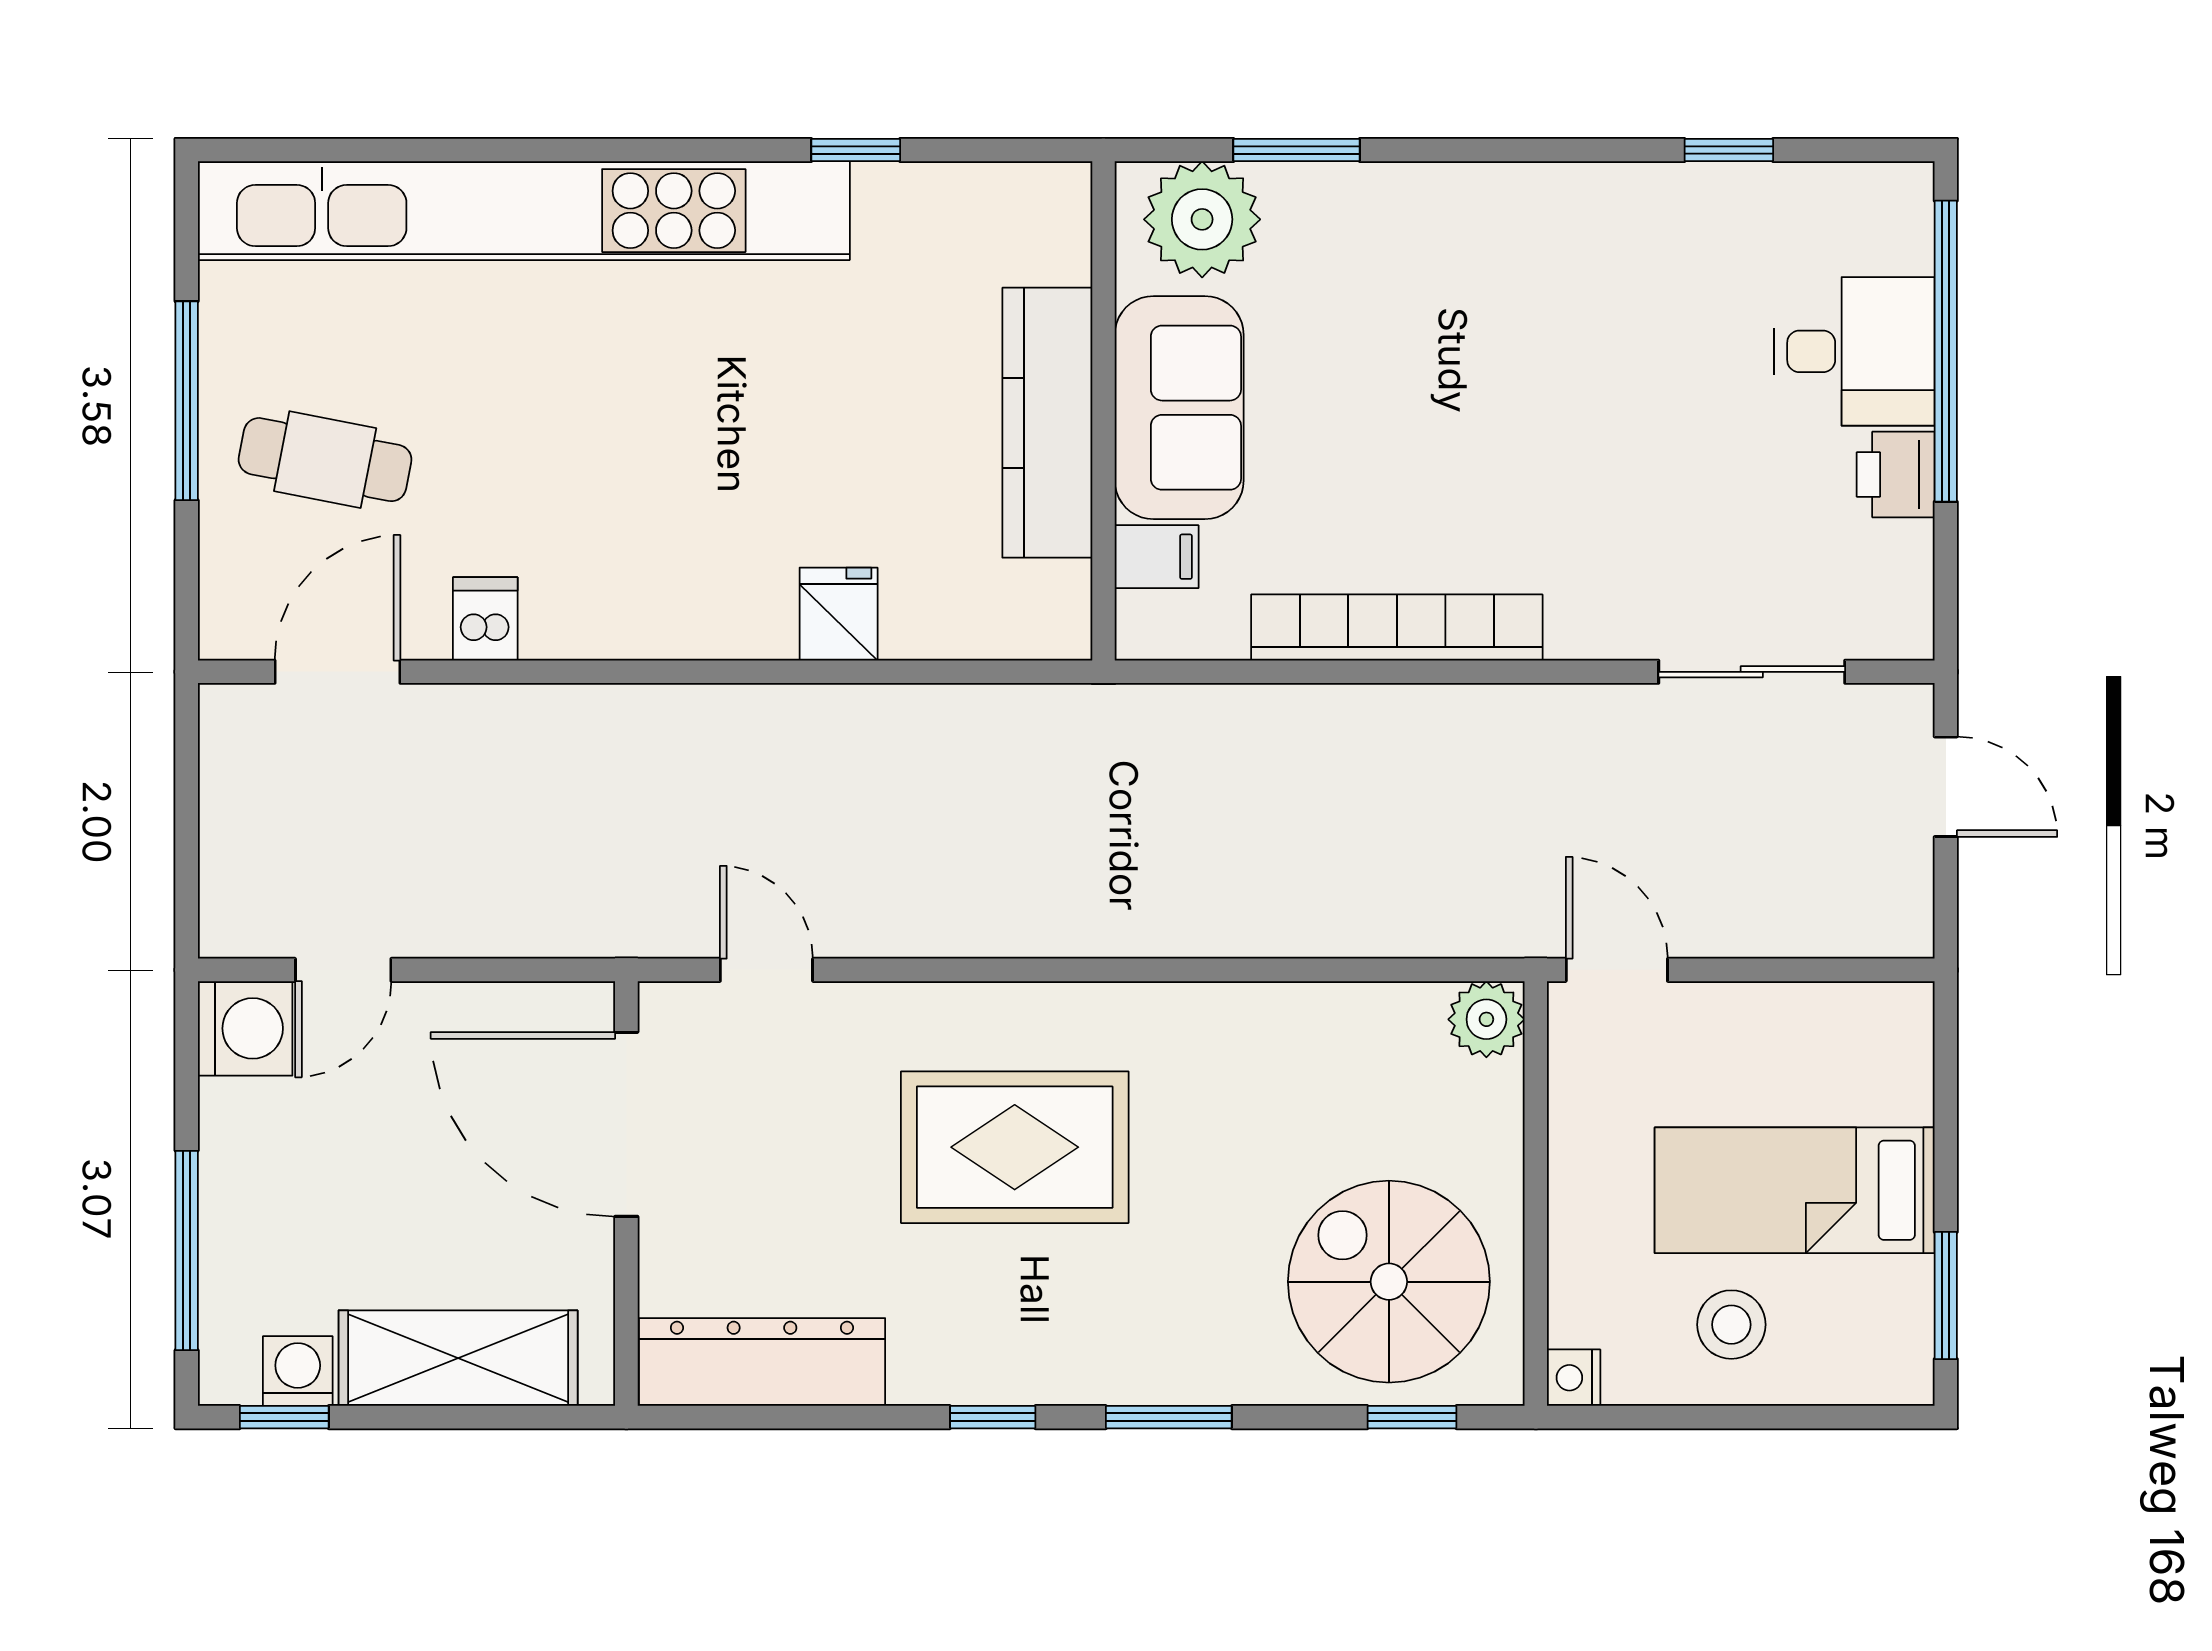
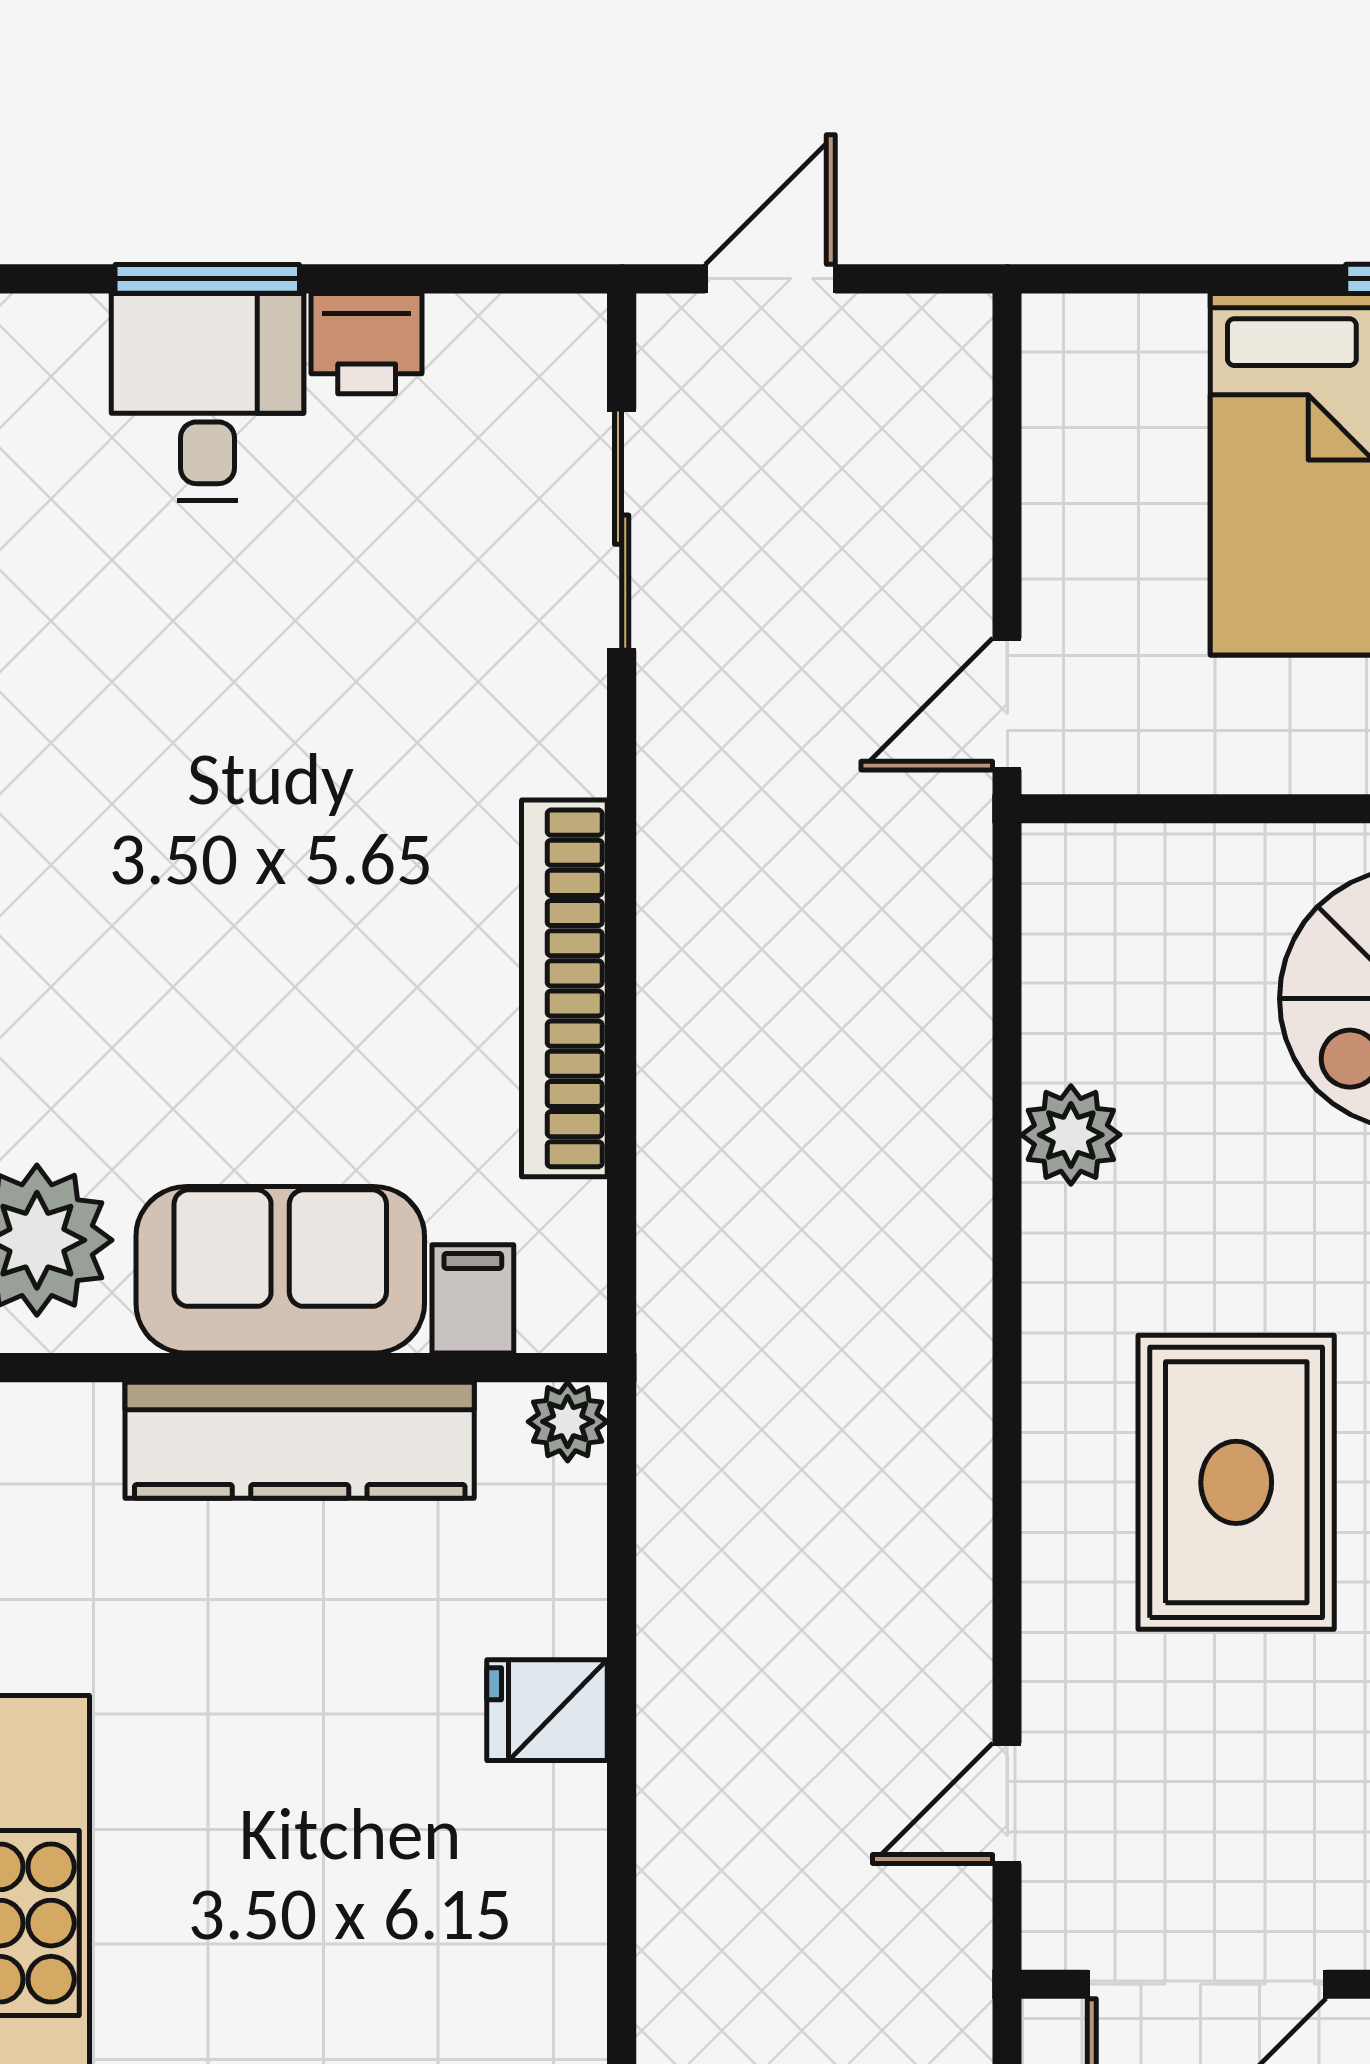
window: (1946, 351) -> (207, 279), width x0.47
plant: (1062, 630) -> (568, 1422), added
plant: (1486, 1019) -> (1071, 1135), moved

